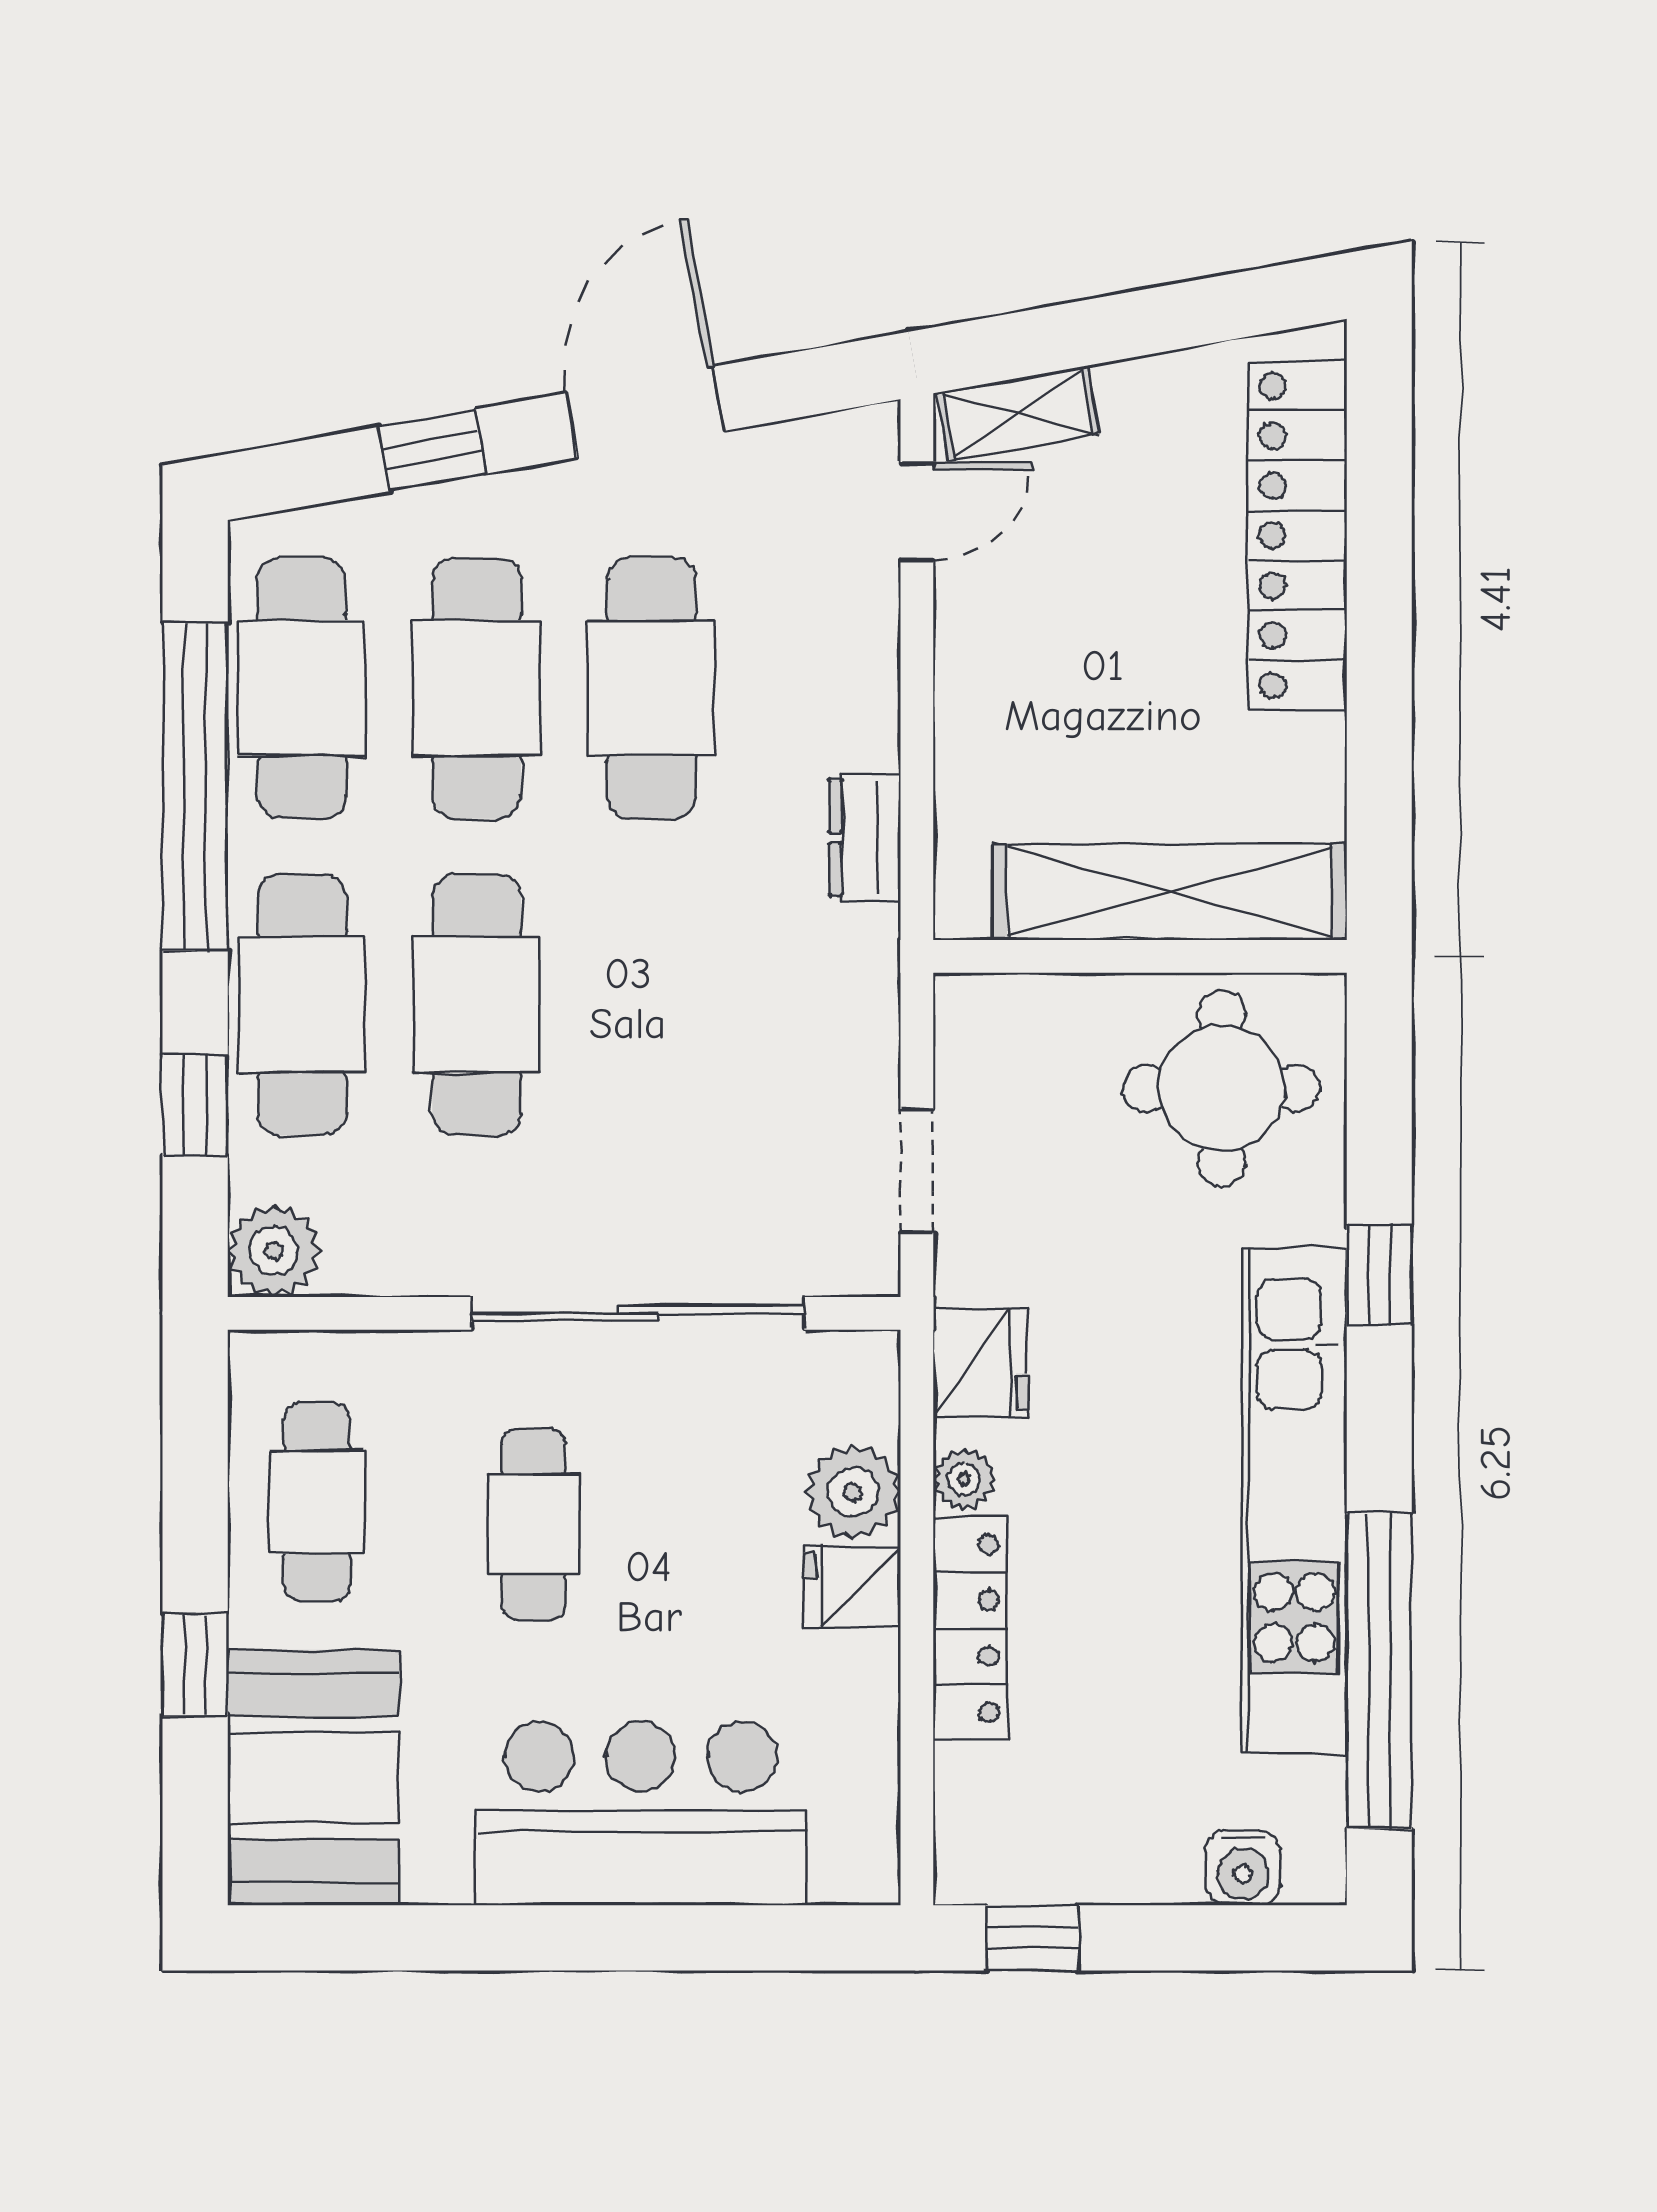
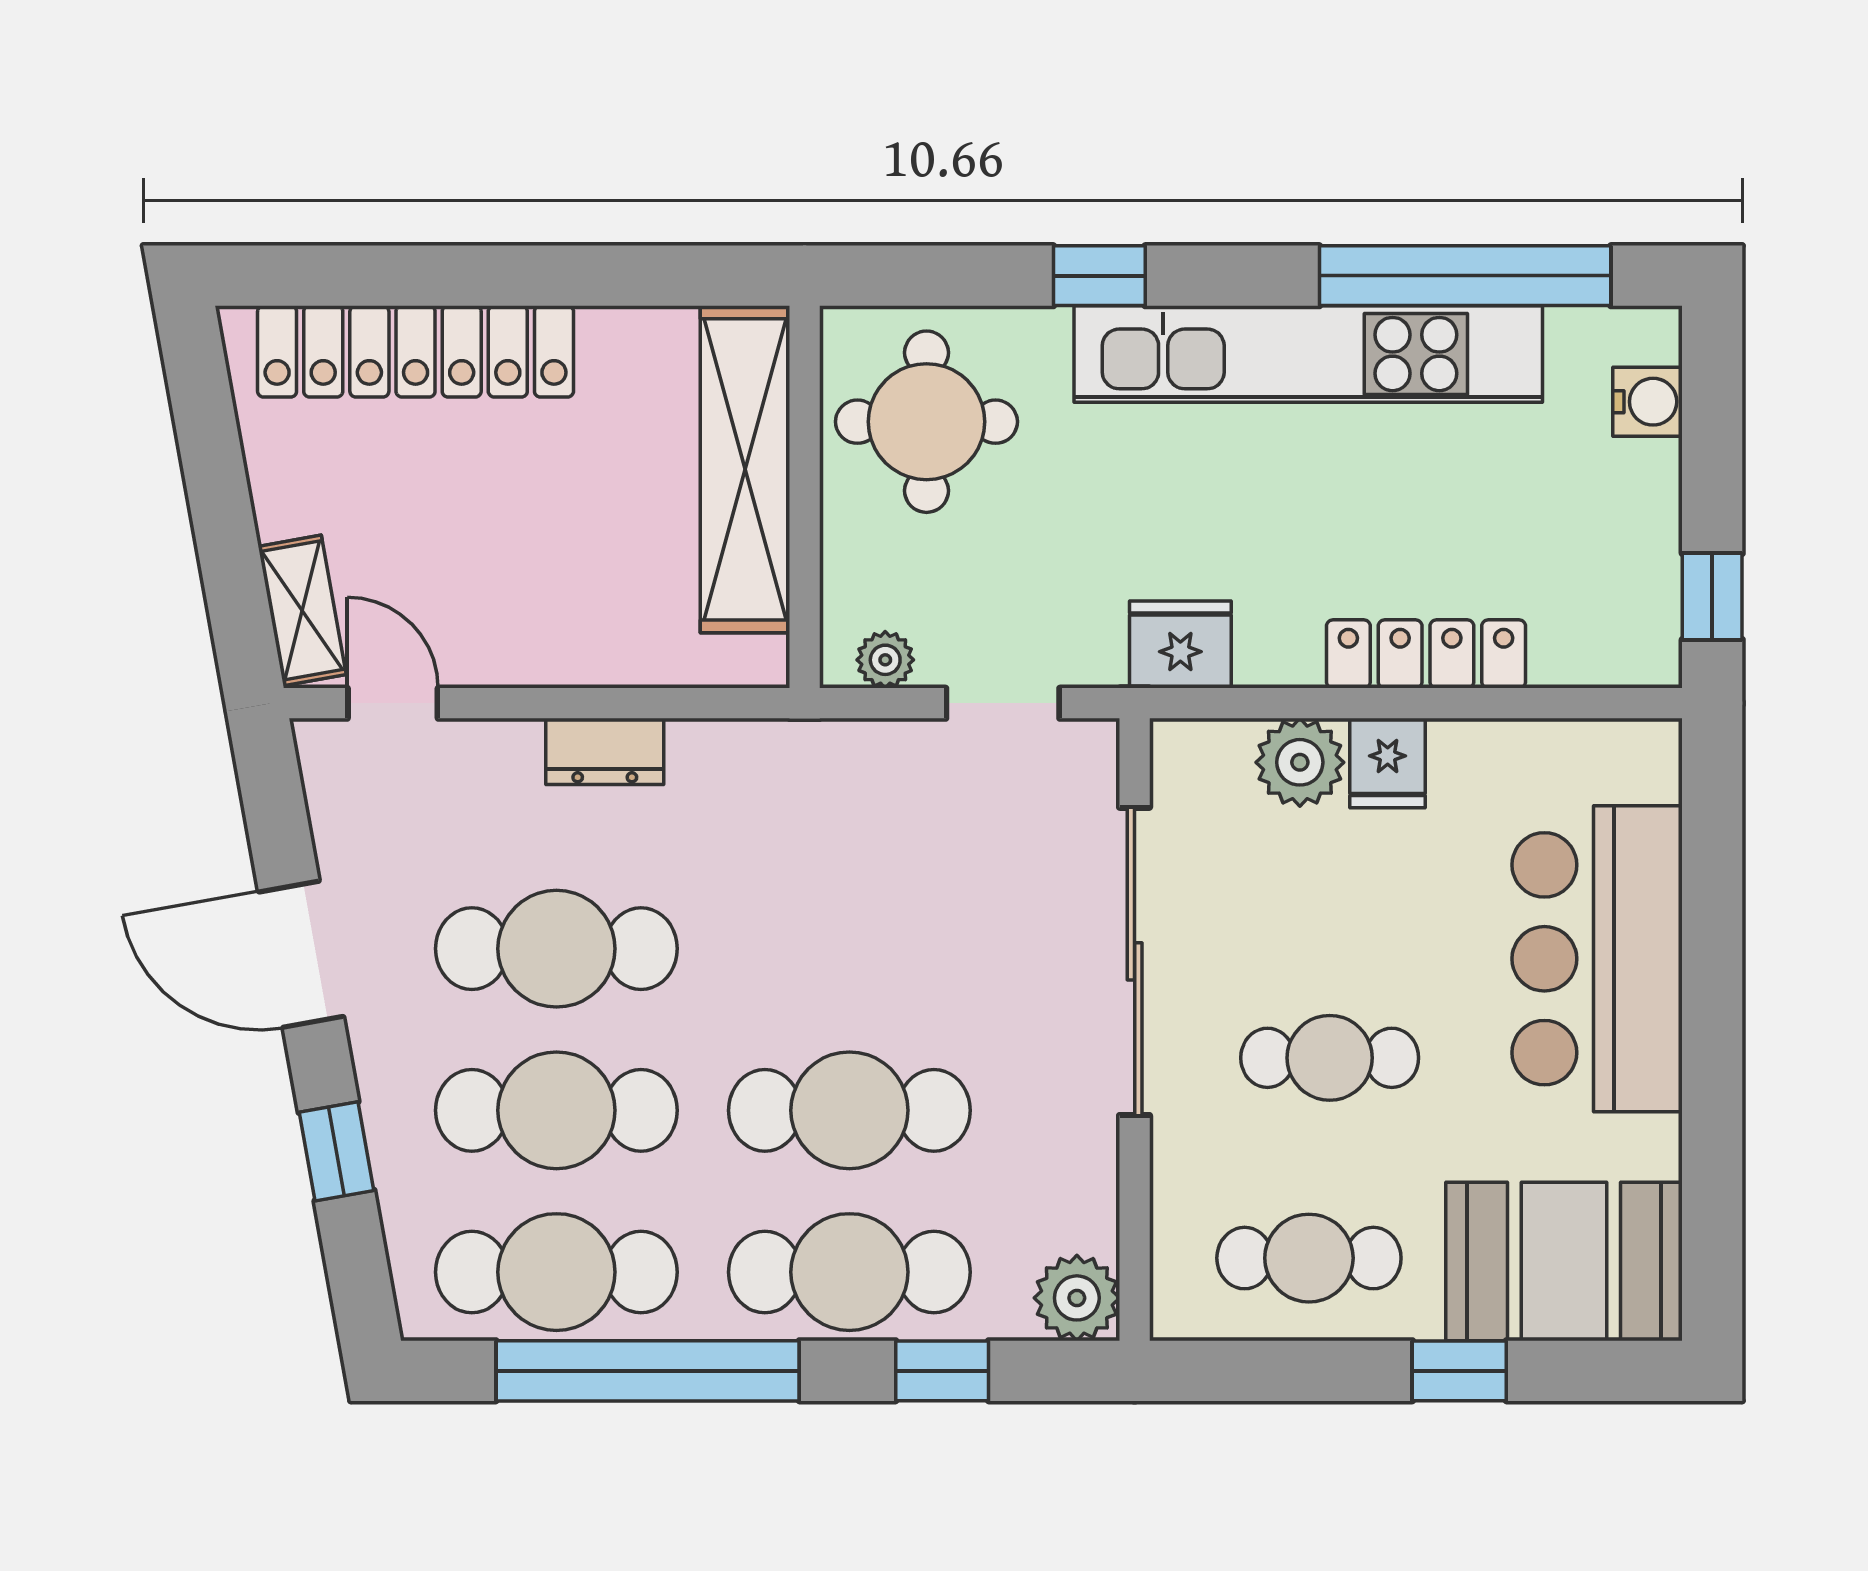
dresser: (865, 837) -> (605, 751), moved
plant: (964, 1479) -> (885, 660), moved

